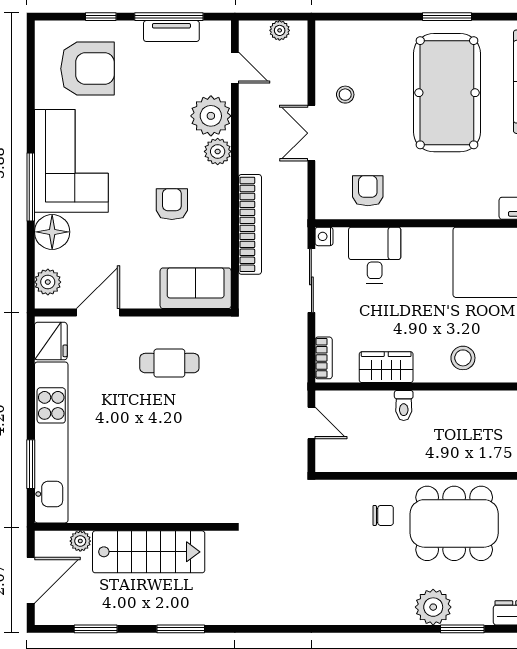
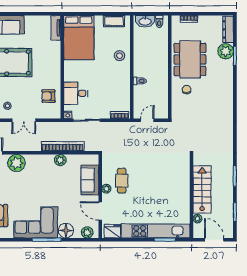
plant: (218, 151) -> (60, 160), moved
armchair: (172, 204) -> (54, 180), removed
sofa: (196, 288) -> (90, 180), moved
plant: (151, 327) -> (106, 189), added
wardrobe: (386, 367) -> (123, 88), removed
plant: (433, 607) -> (226, 51), moved

